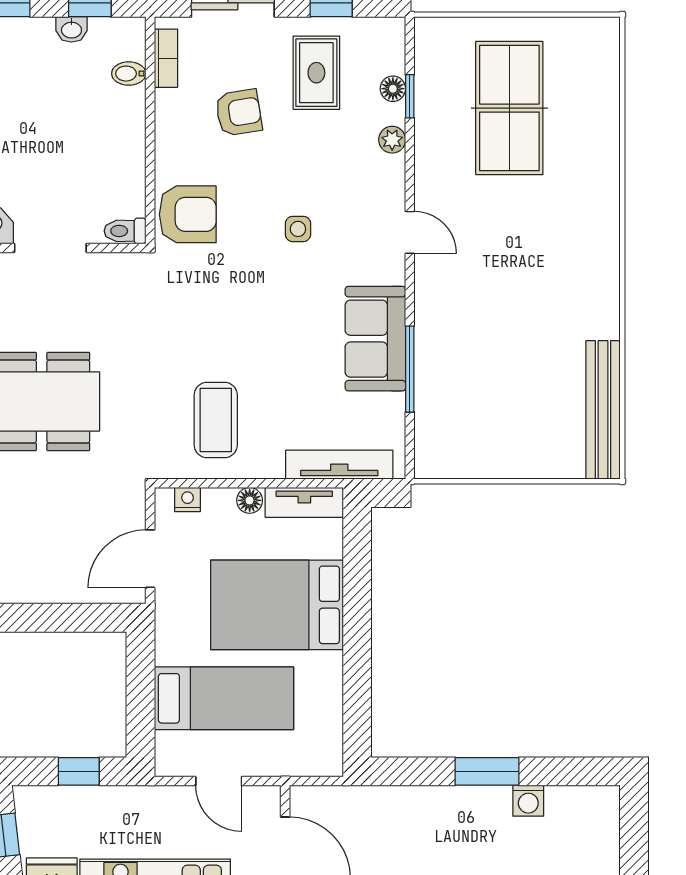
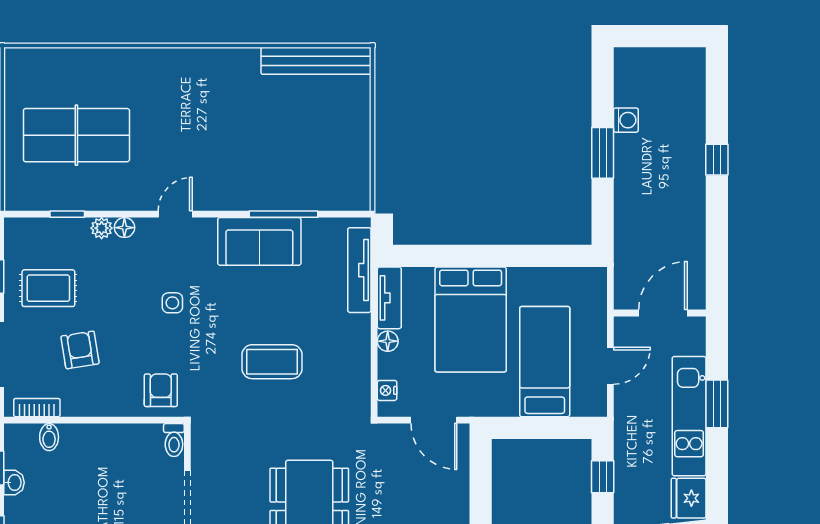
floor lamp: (393, 89) -> (124, 228), moved
armchair: (188, 214) -> (161, 390), width x0.72, depth x0.72
coffee table: (216, 420) -> (272, 362), moved

